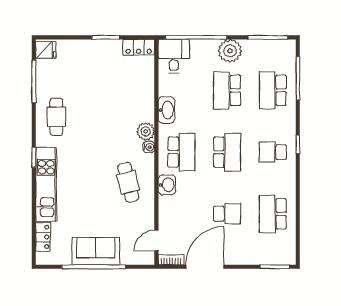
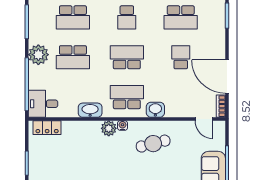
locker: (139, 47) -> (47, 128), moved, turned 90

